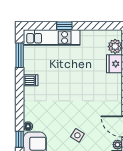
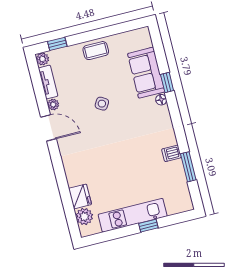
kitchen unit: (52, 37) -> (133, 215), moved
window: (20, 55) -> (188, 167), moved

